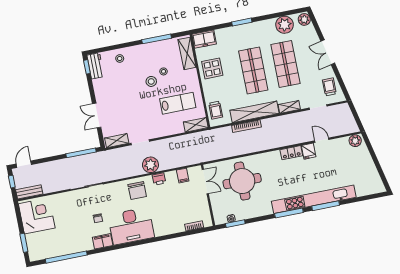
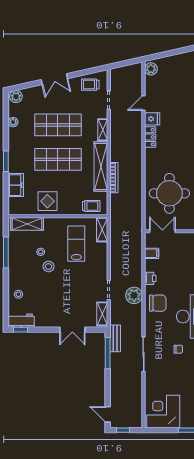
plant: (285, 25) -> (13, 122), width x0.53, depth x0.53
freezer: (204, 39) -> (16, 185), moved
plant: (150, 165) -> (134, 295), moved
bench: (29, 192) -> (115, 338), moved

